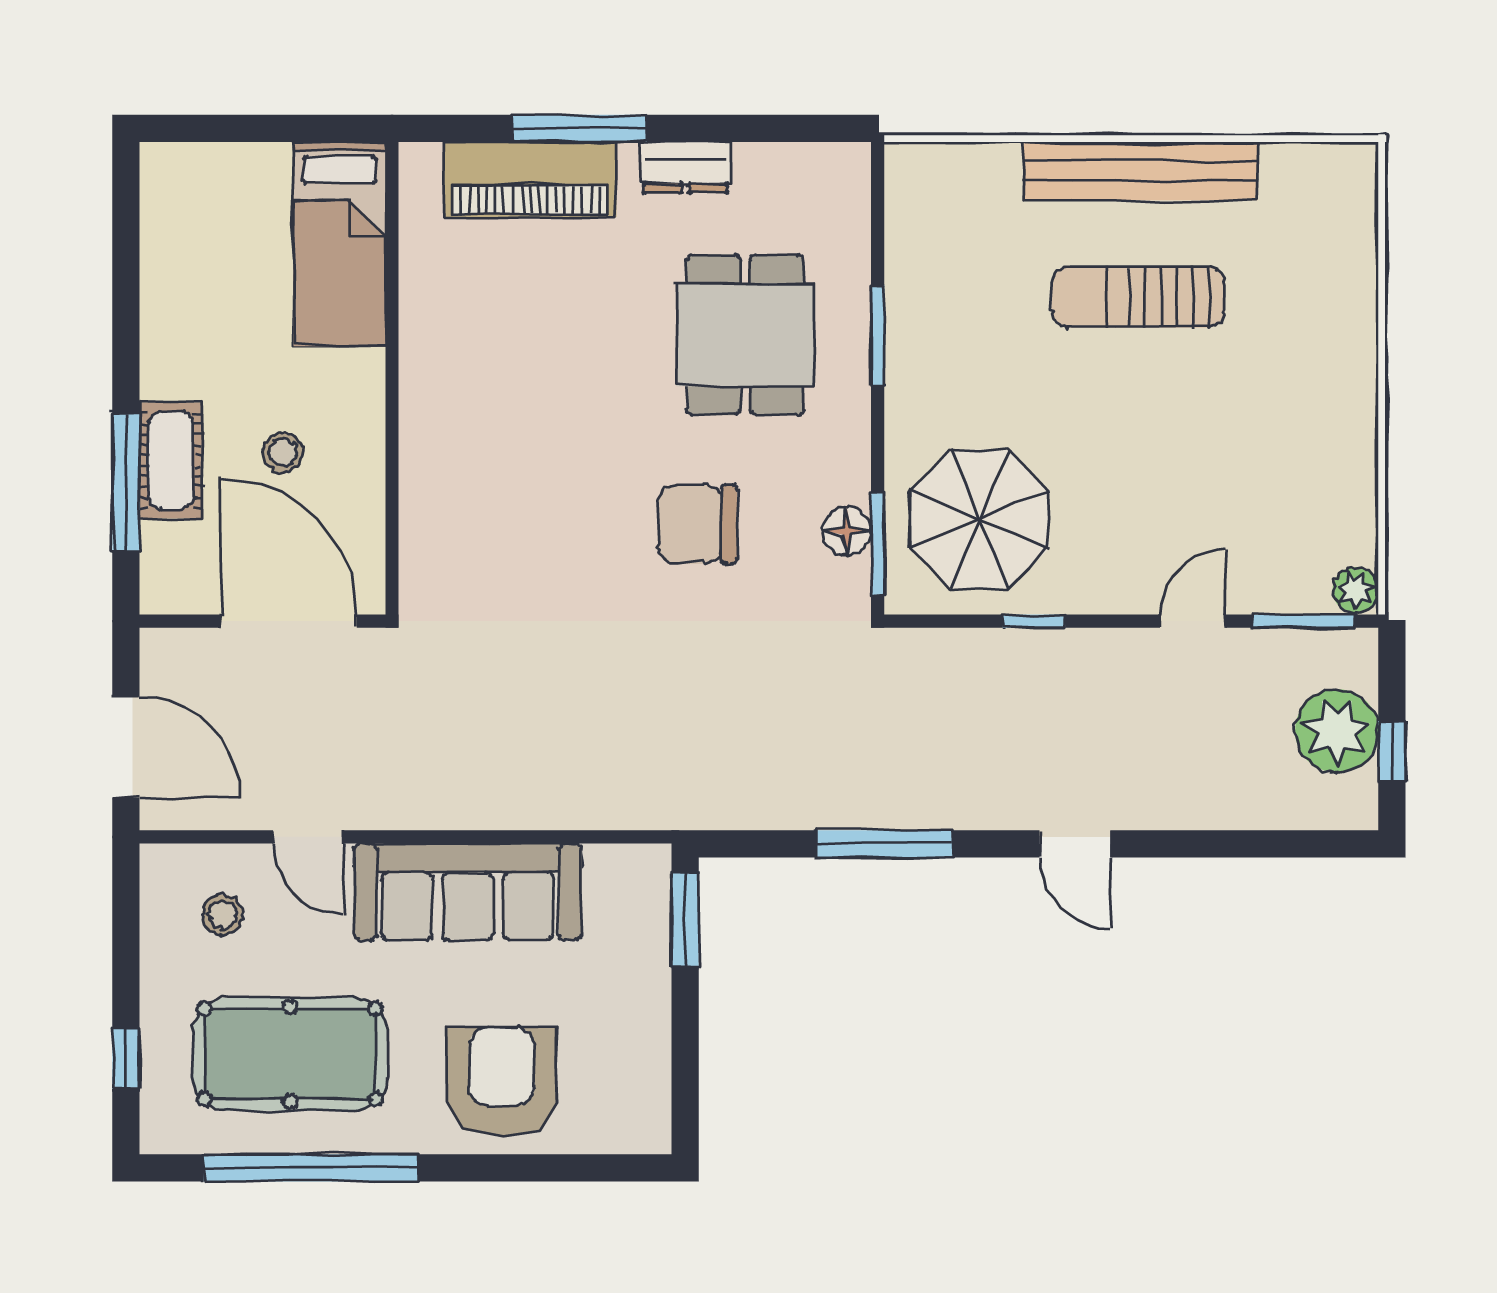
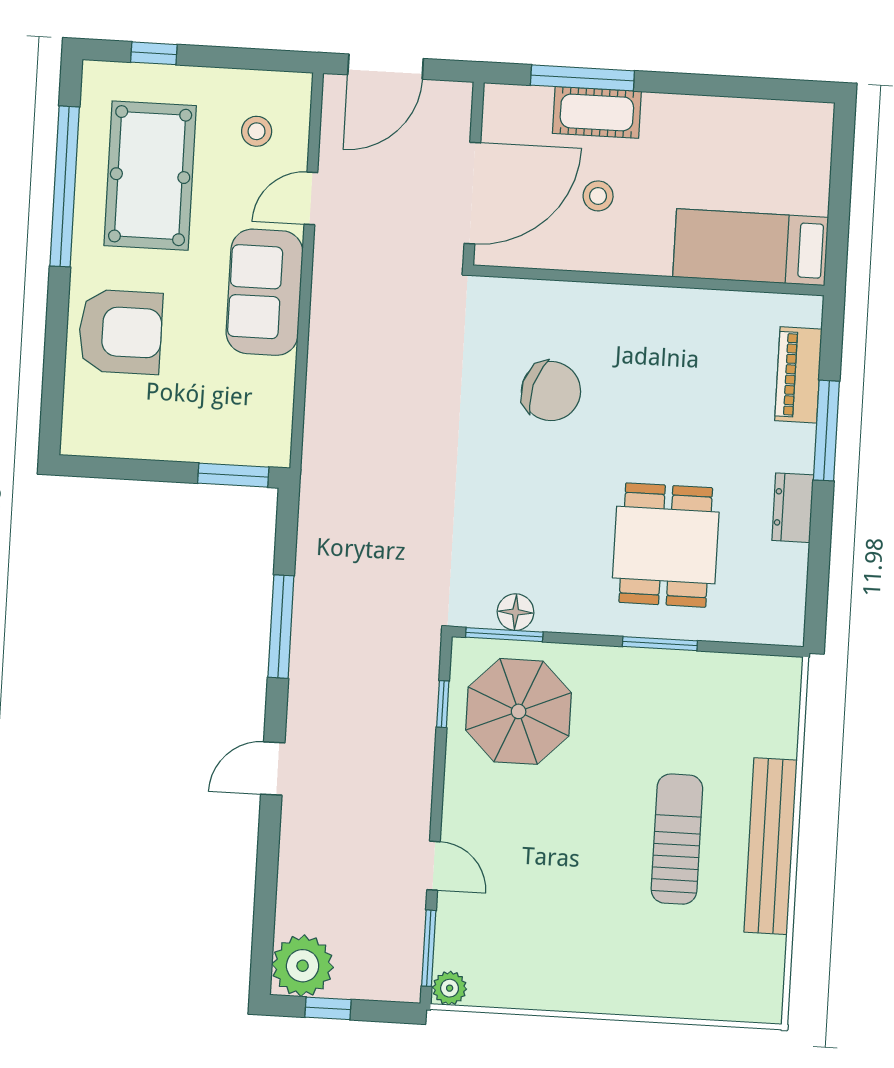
piano: (530, 179) -> (798, 375), width x0.73, depth x0.75
dining table: (745, 335) -> (666, 545), turned 90
chair: (697, 524) -> (551, 391), moved, turned 106
window: (1034, 621) -> (443, 704), moved
plant: (1337, 731) -> (303, 966), moved
sofa: (468, 892) -> (264, 292), width x0.73

